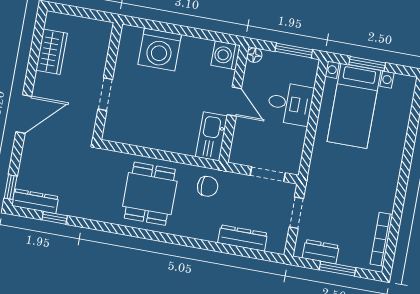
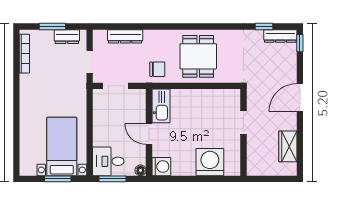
desk: (290, 104) -> (108, 161), moved
chair: (208, 186) -> (157, 69), turned 180

